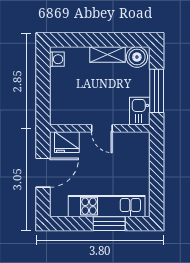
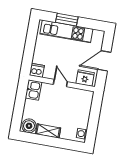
window: (157, 91) -> (20, 101), removed
dishwasher: (140, 141) -> (37, 70), added

